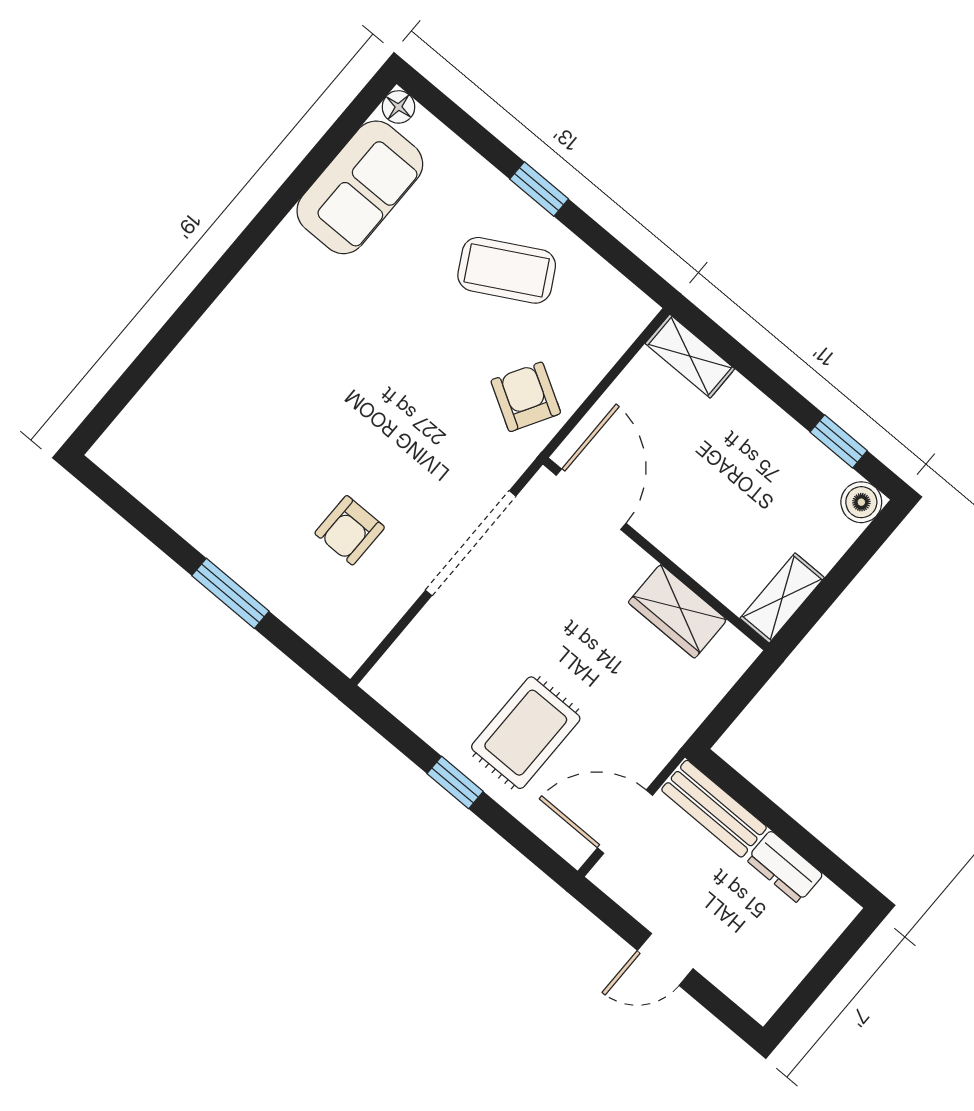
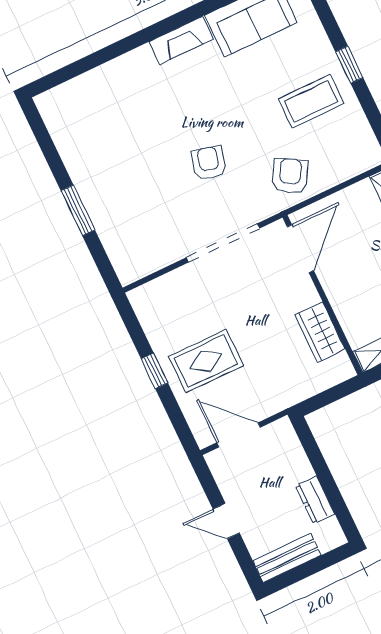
fireplace: (270, 267) -> (181, 40), added
coffee table: (507, 270) -> (311, 101), turned -61
armchair: (350, 530) -> (209, 163), moved, turned 104
bench: (714, 809) -> (287, 558), moved, turned 90

